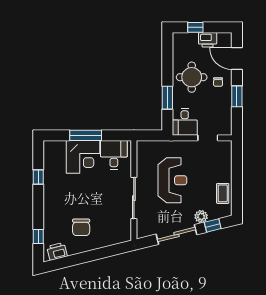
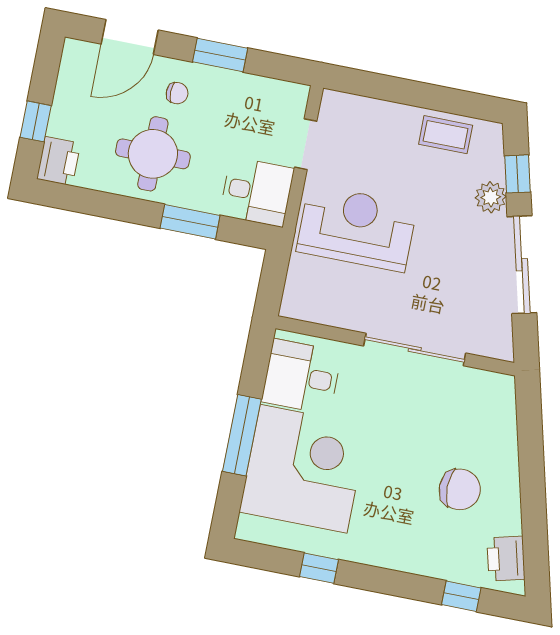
printer: (208, 40) -> (59, 161), moved
corner desk: (83, 157) -> (304, 469), width x1.36, depth x1.36
reception desk: (172, 180) -> (357, 228), moved

